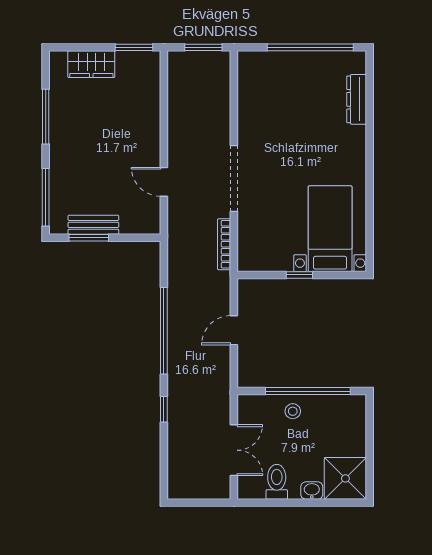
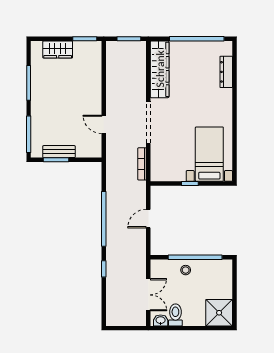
wardrobe: (252, 95) -> (160, 69), added
washbasin: (312, 491) -> (161, 320), moved

